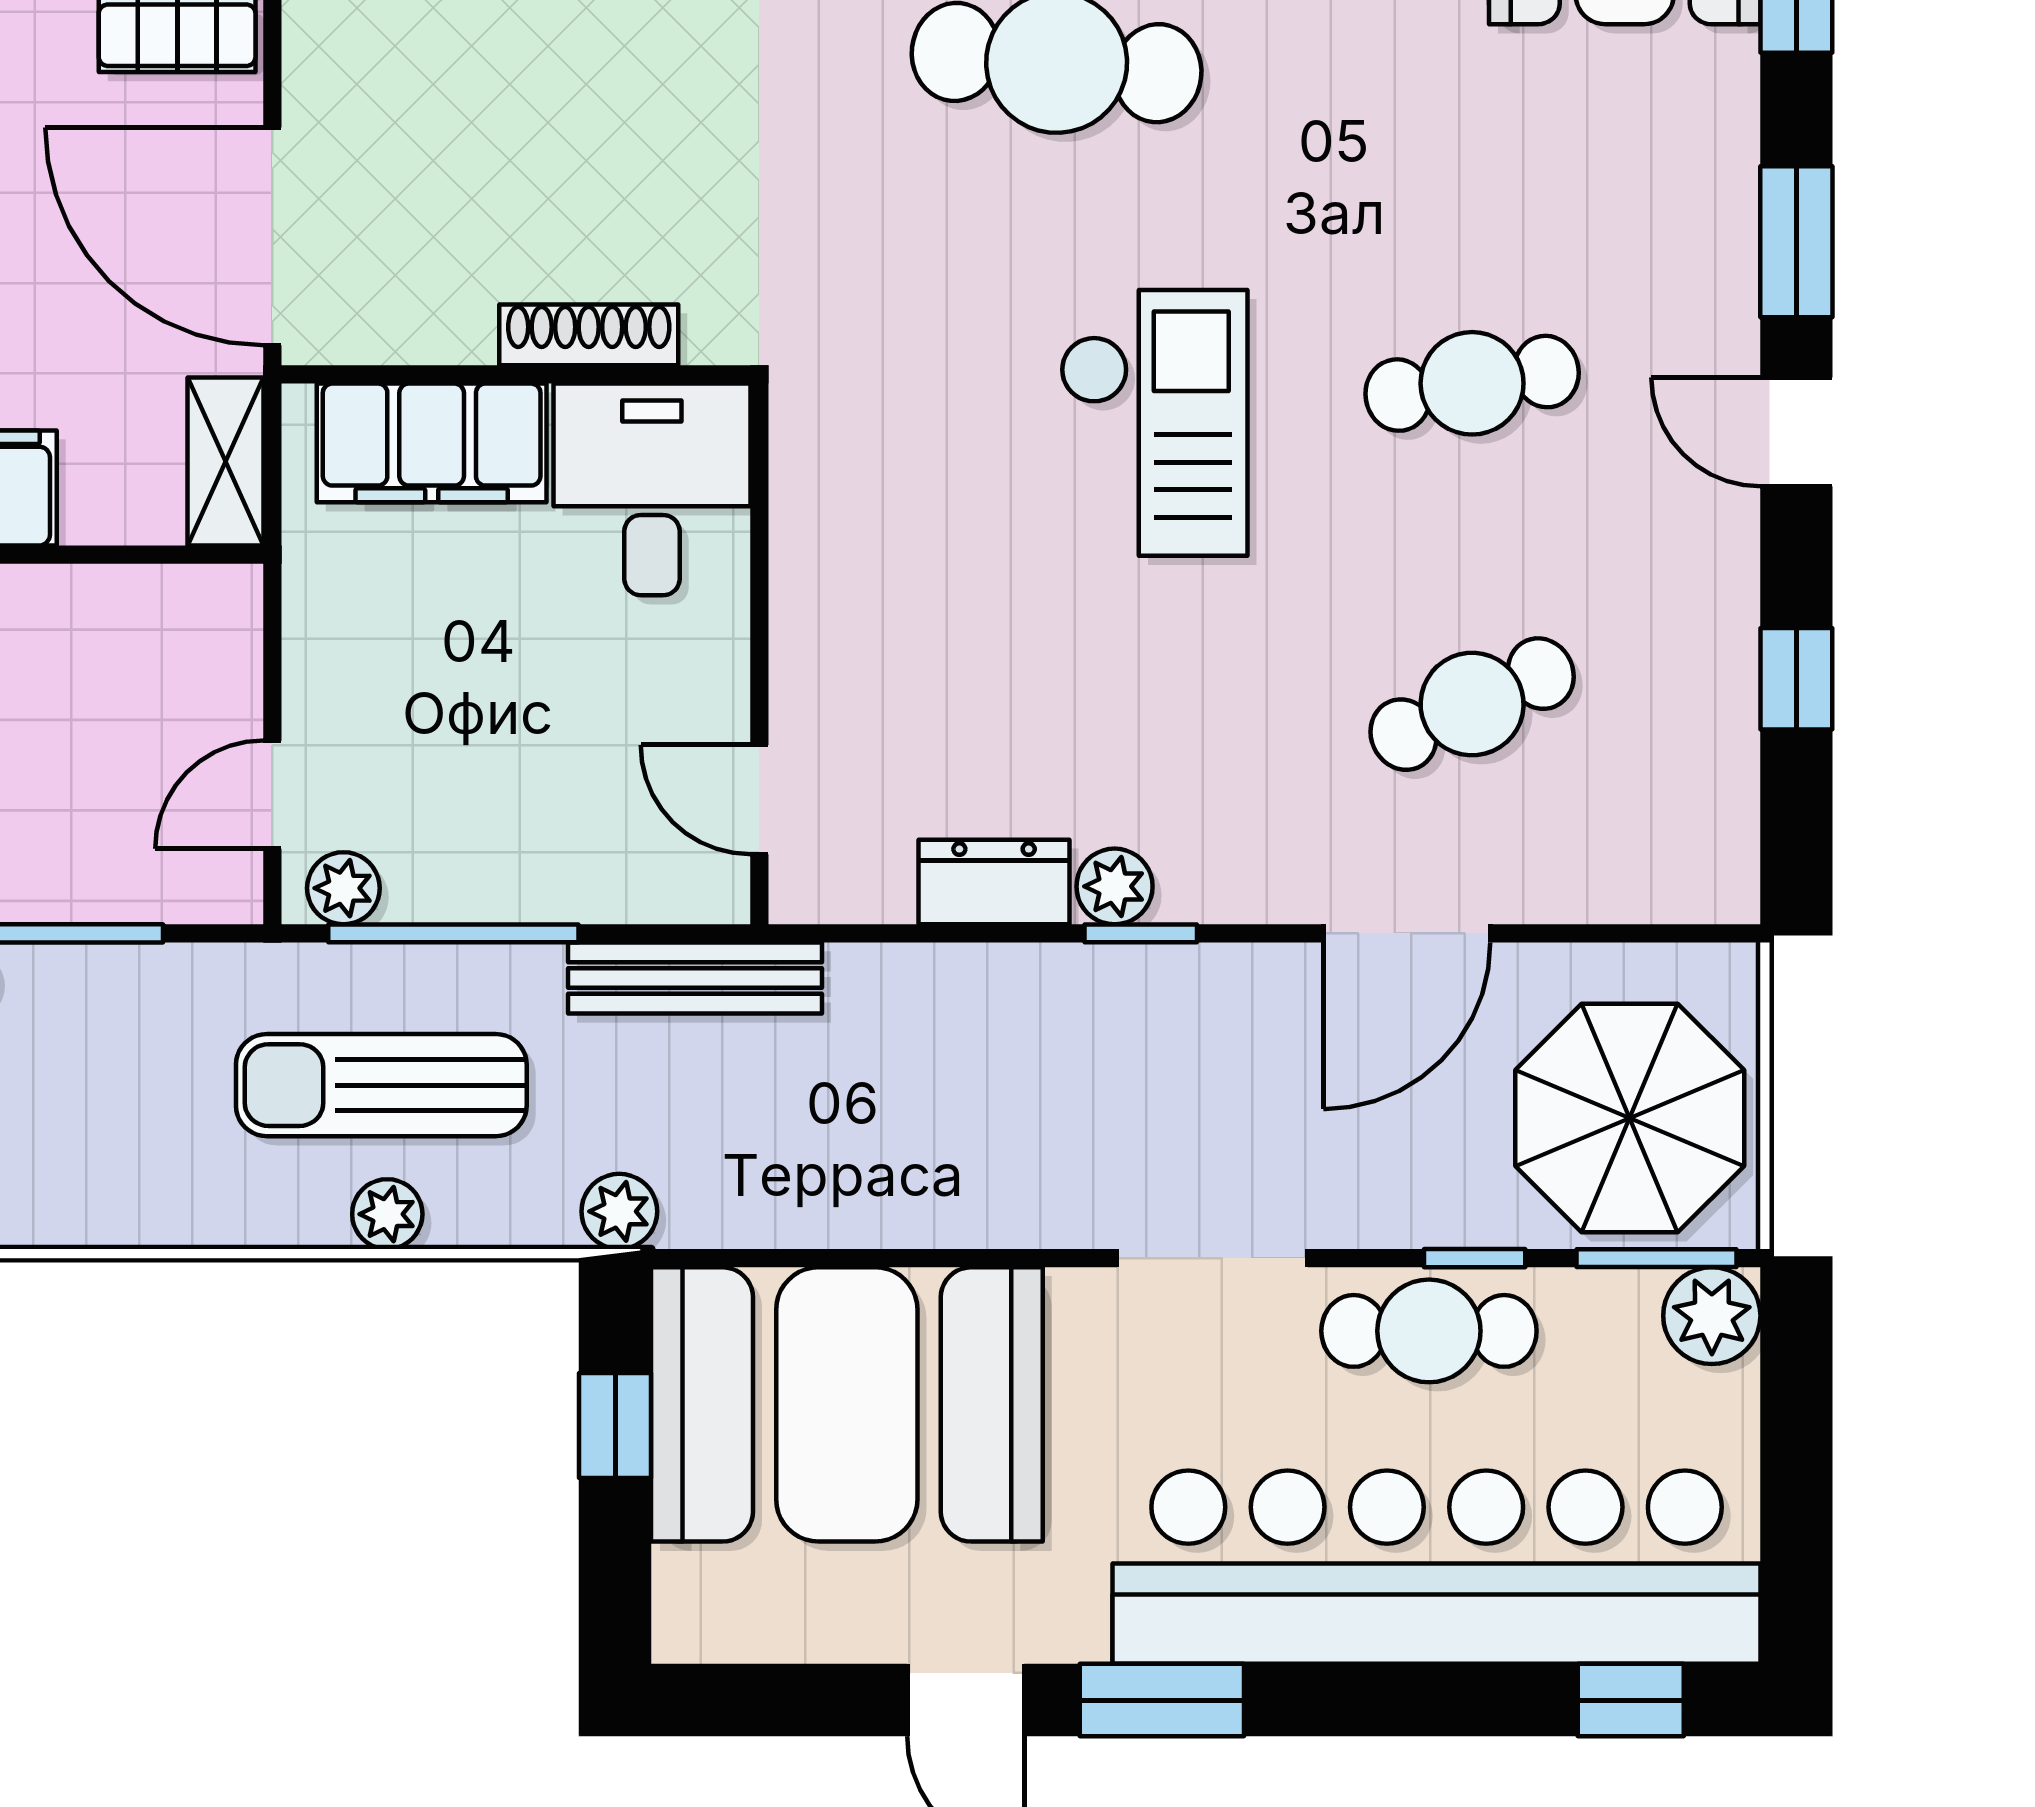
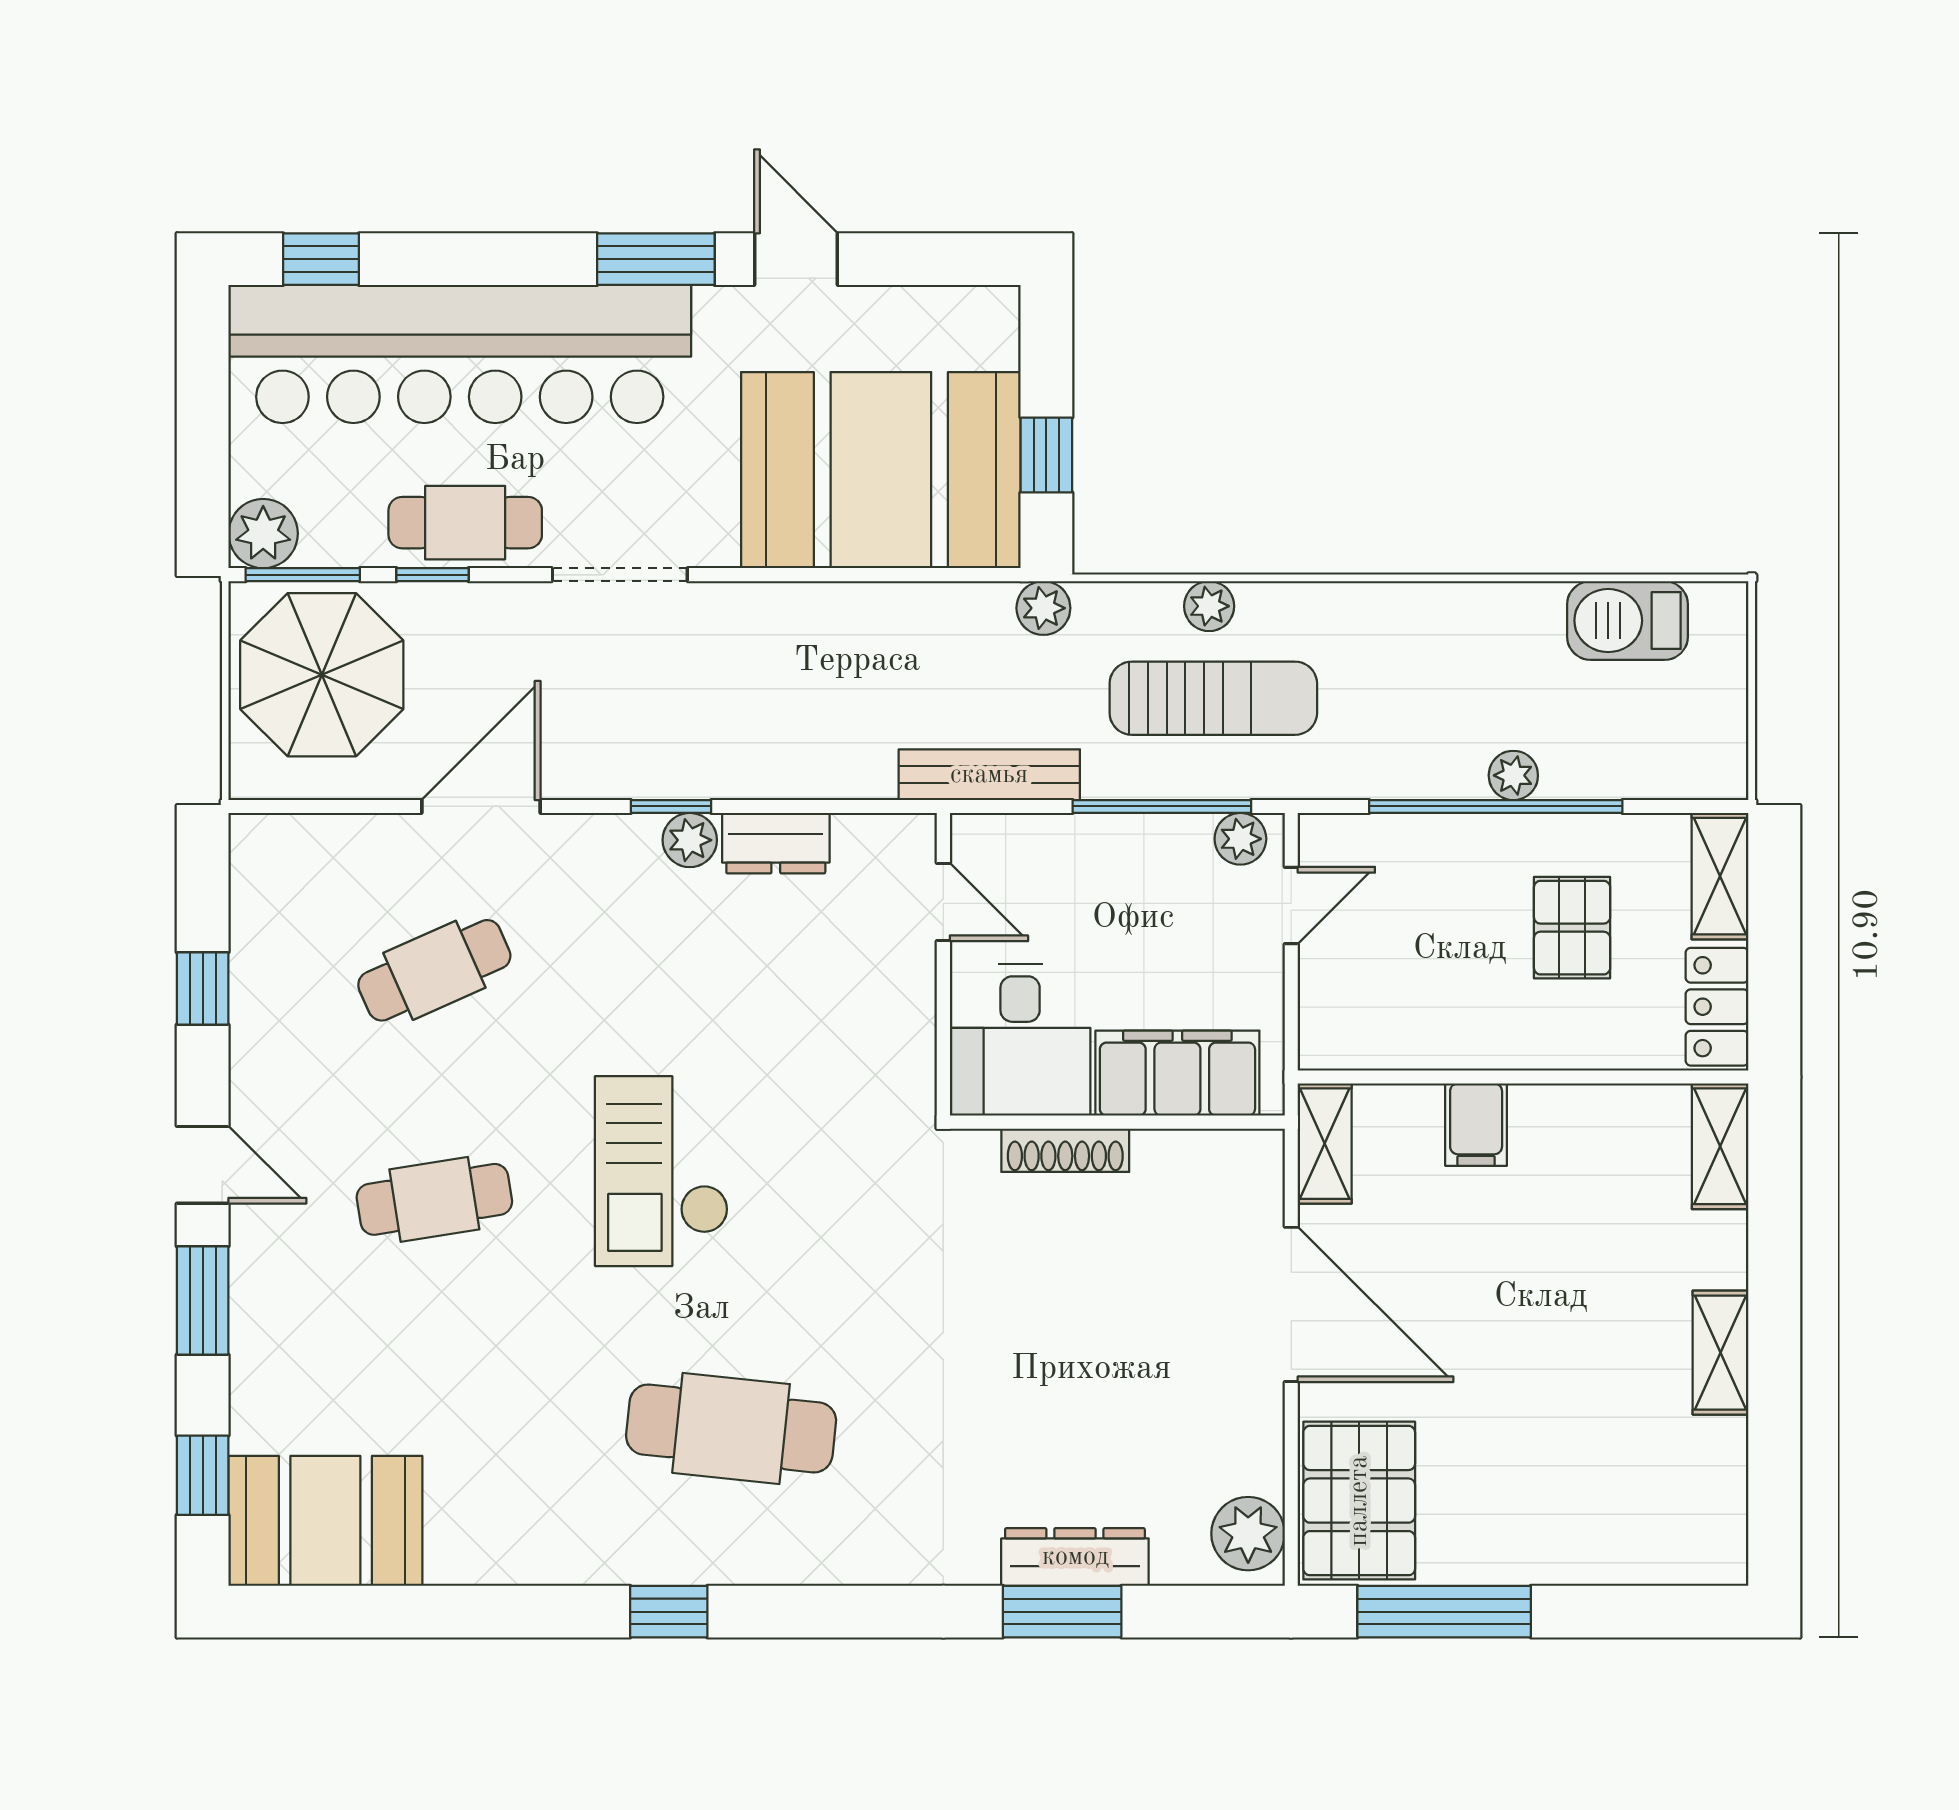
shoe rack: (589, 335) -> (1065, 1150), moved
wall: (516, 374) -> (1117, 1122), moved
filing cabinet: (432, 443) -> (1177, 1073), moved
desk: (652, 489) -> (1020, 1040), moved

